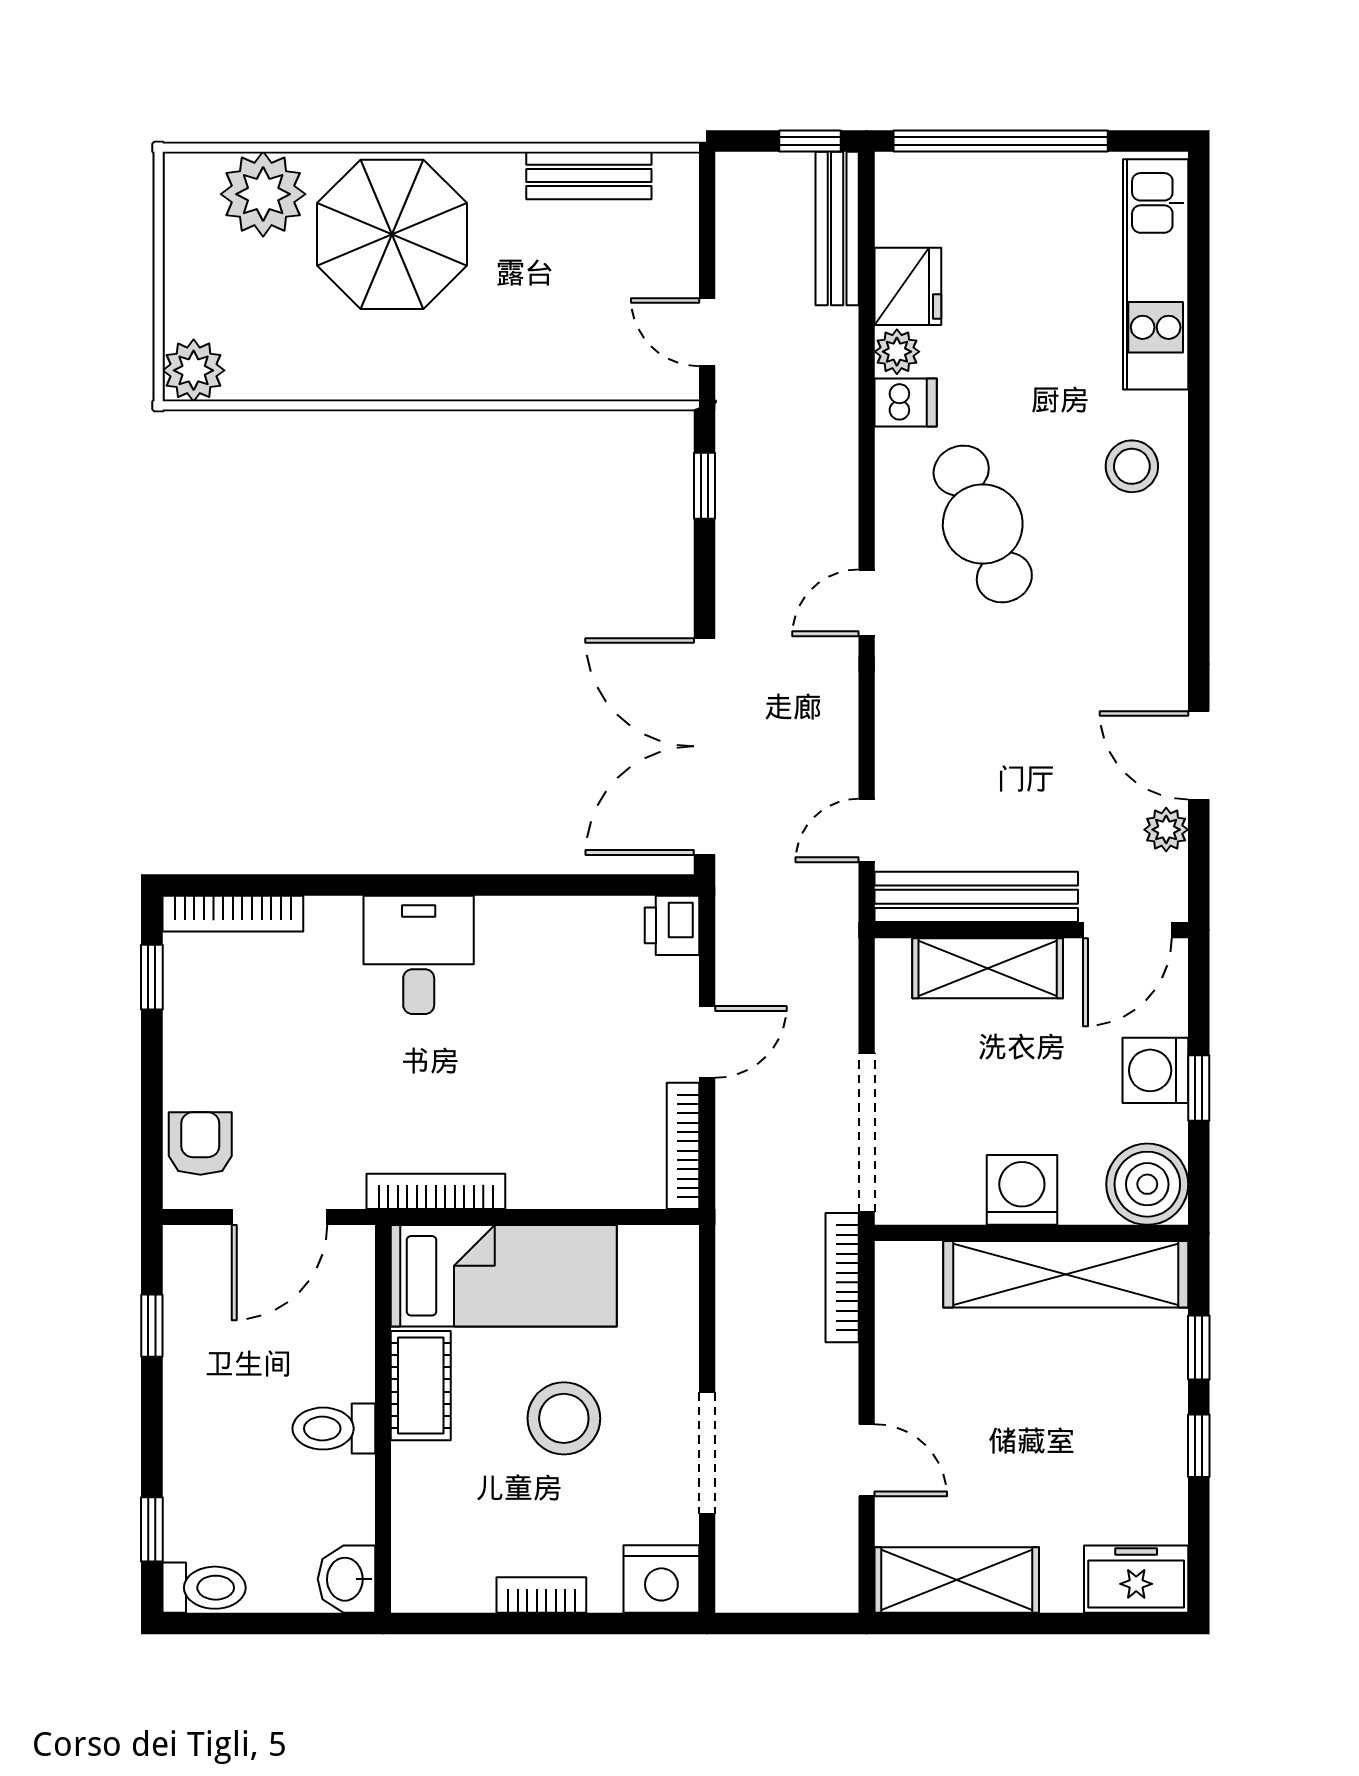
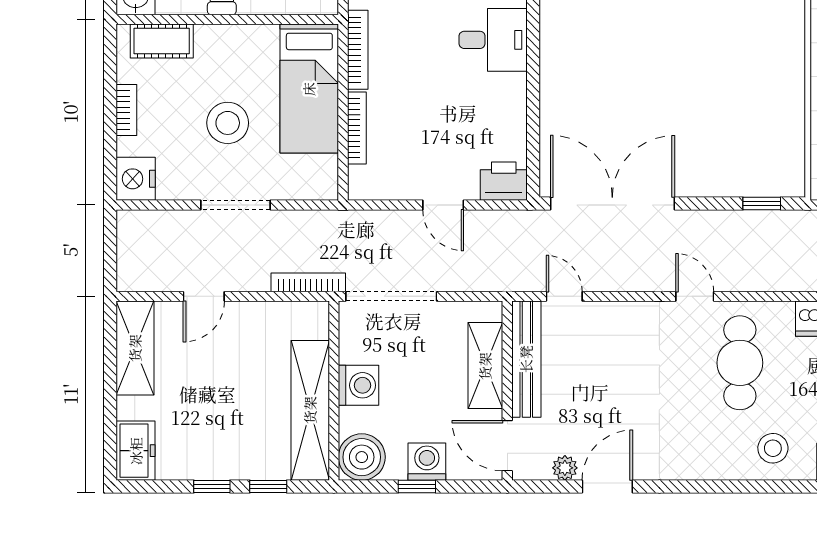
cafe table: (983, 524) -> (740, 363), turned -68
printer: (672, 925) -> (504, 181), width x1.36, depth x1.24
bookcase: (683, 1146) -> (357, 128), moved, turned 90
cot: (421, 1386) -> (162, 41), moved
doorway: (707, 1453) -> (235, 205), moved

